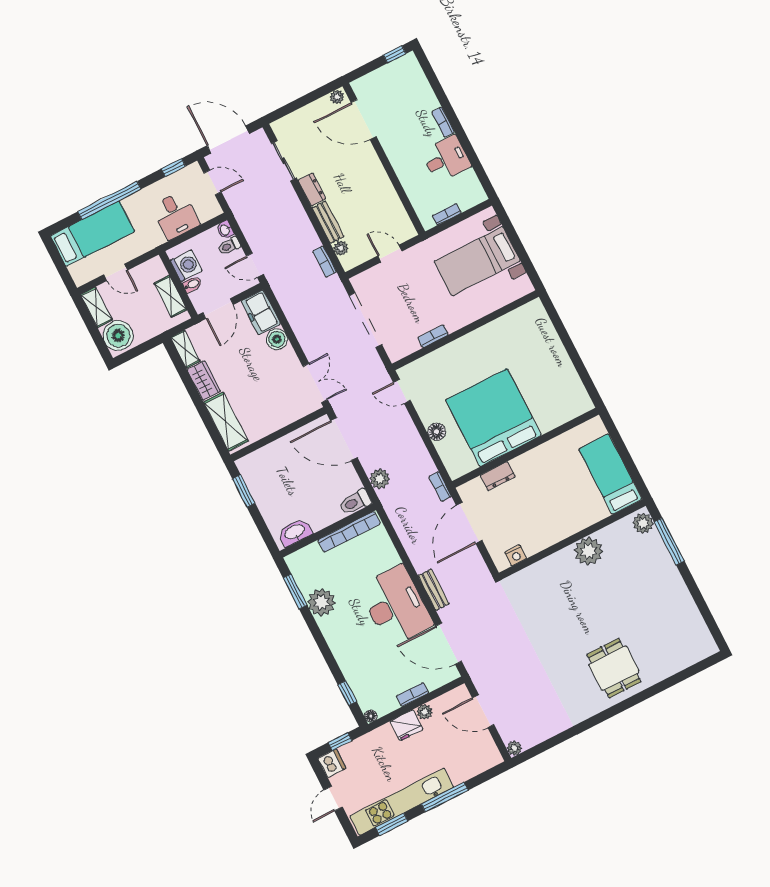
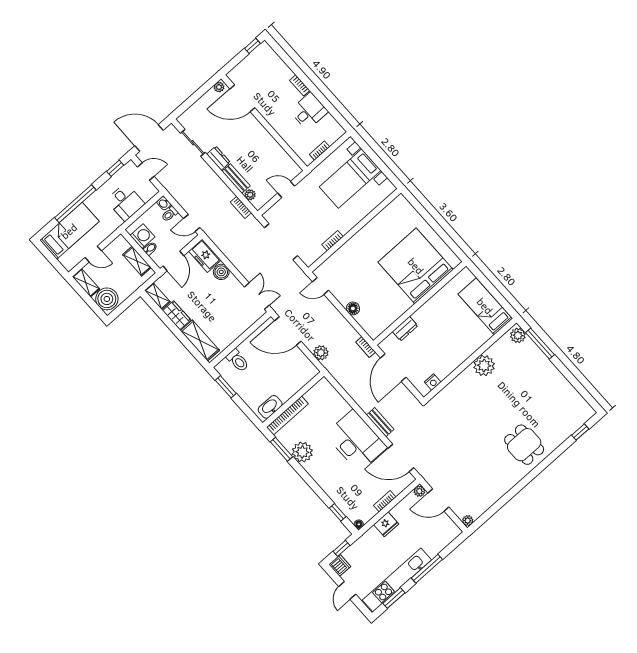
bed: (494, 418) -> (416, 266), moved
toilet: (355, 502) -> (238, 360), moved, turned -90
bookcase: (349, 532) -> (287, 416), moved
window: (692, 671) -> (580, 432), added
plant: (425, 712) -> (419, 491), moved

